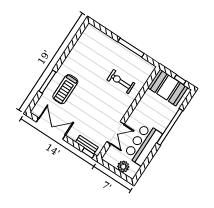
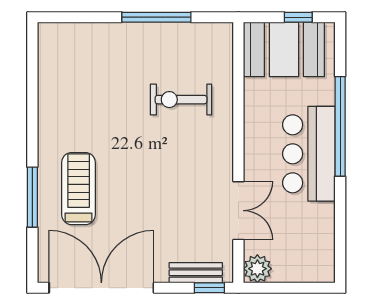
treadmill: (65, 89) -> (79, 189), turned 180
double door: (51, 129) -> (101, 288), width x1.36
bar counter: (143, 144) -> (309, 154), moved
plant: (123, 167) -> (257, 269), moved

